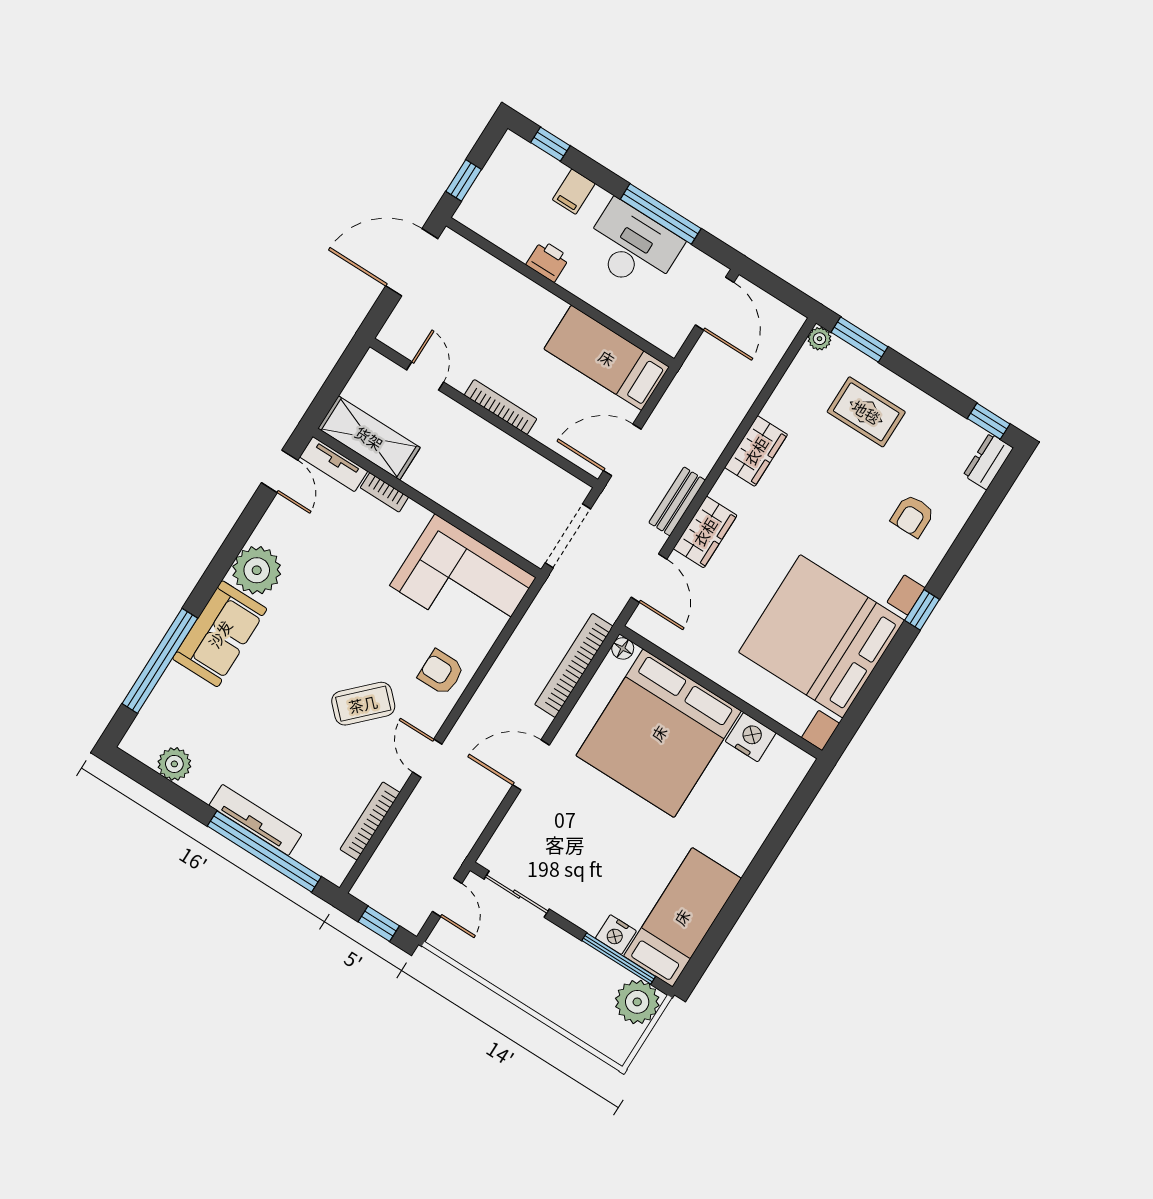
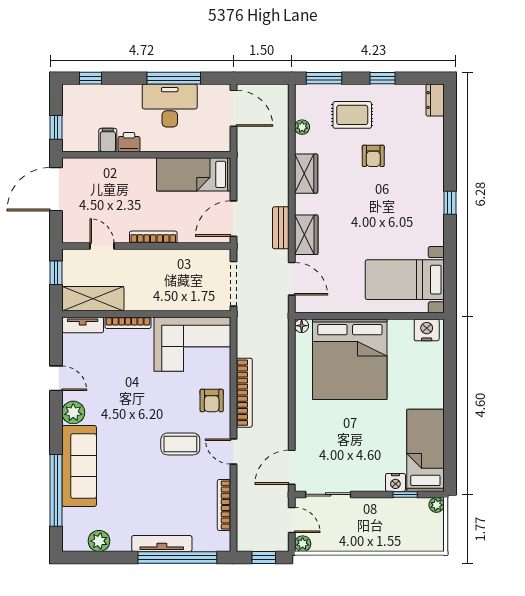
filing cabinet: (574, 192) -> (108, 140), moved, turned 180
plant: (819, 339) -> (302, 127), moved
window: (342, 373) -> (56, 273), added
window: (989, 421) -> (383, 78), moved
door: (280, 471) -> (56, 378), moved
bookcase: (384, 492) -> (128, 323), width x1.56
armchair: (913, 516) -> (373, 156), moved
plant: (257, 570) -> (73, 412), width x0.73, depth x0.73
sofa: (220, 634) -> (79, 466), width x1.36
bed with nightstands: (822, 636) -> (405, 280), width x0.54
bookcase: (574, 665) -> (244, 393), moved, turned 180
armchair: (441, 672) -> (212, 401), turned -90
coffee table: (363, 704) -> (180, 444), turned 45
nightstand: (751, 737) -> (427, 330), moved
door: (531, 765) -> (292, 467), moved
plant: (442, 938) -> (303, 544), added
window: (619, 959) -> (405, 494), width x0.46
plant: (637, 1002) -> (437, 505), width x0.53, depth x0.53

